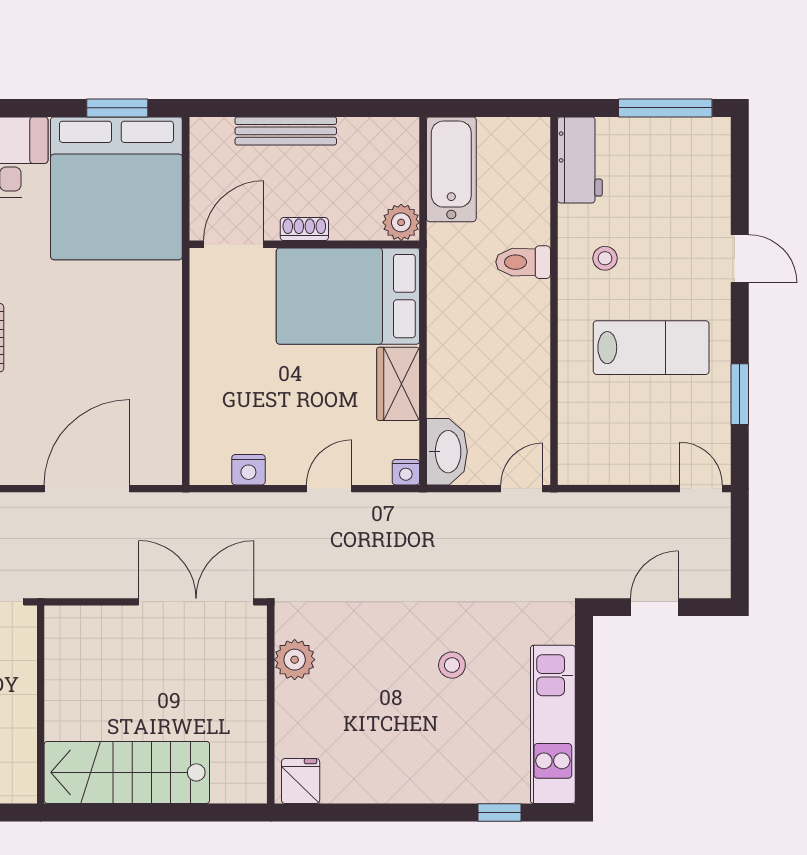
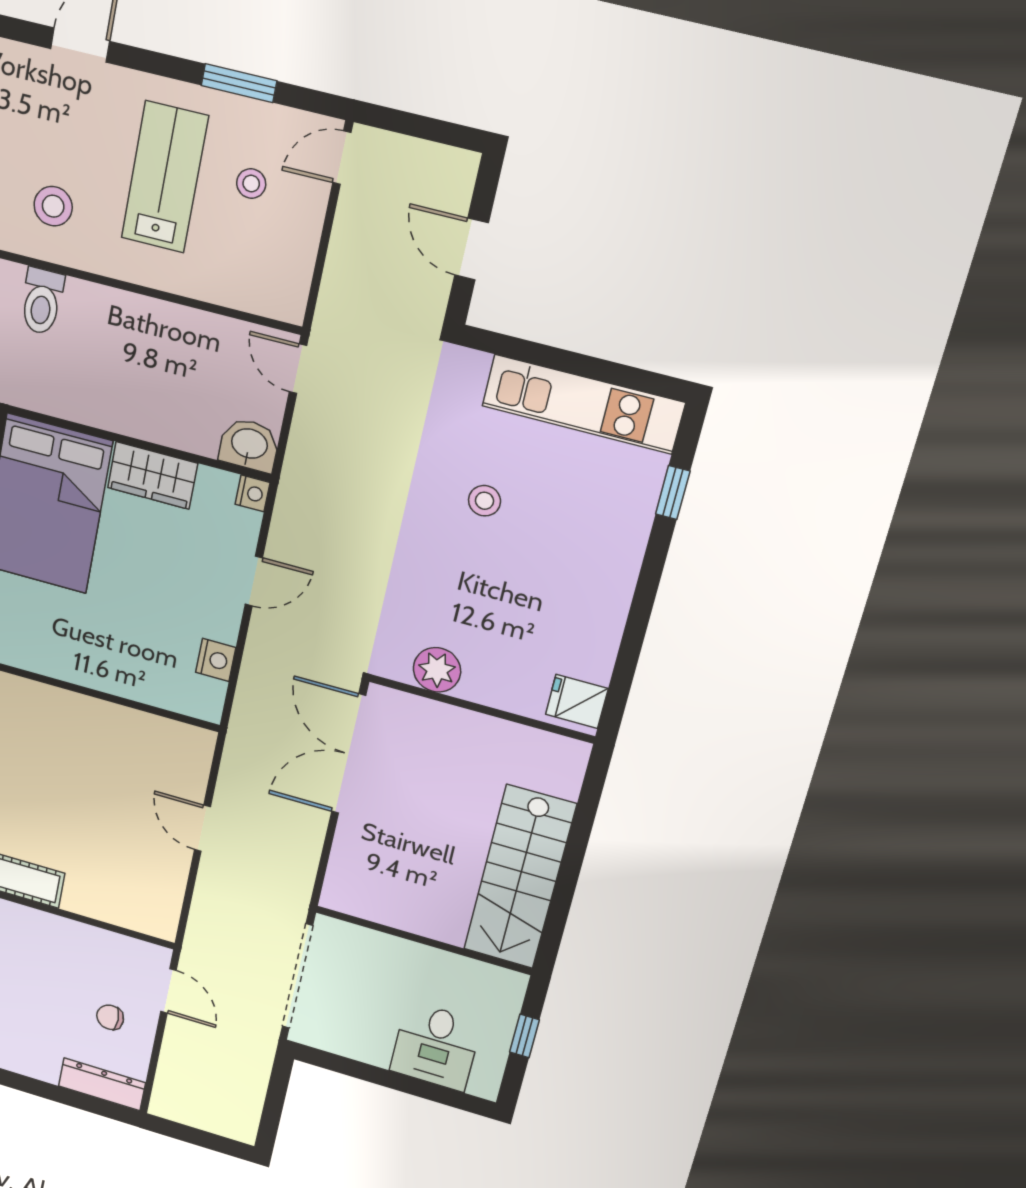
stool: (605, 258) -> (53, 206), width x1.37, depth x1.37
stool: (663, 420) -> (251, 184), added
washbasin: (447, 452) -> (249, 445), width x0.72
door: (87, 489) -> (202, 828), width x0.53
door: (329, 489) -> (254, 581), swing flipped

